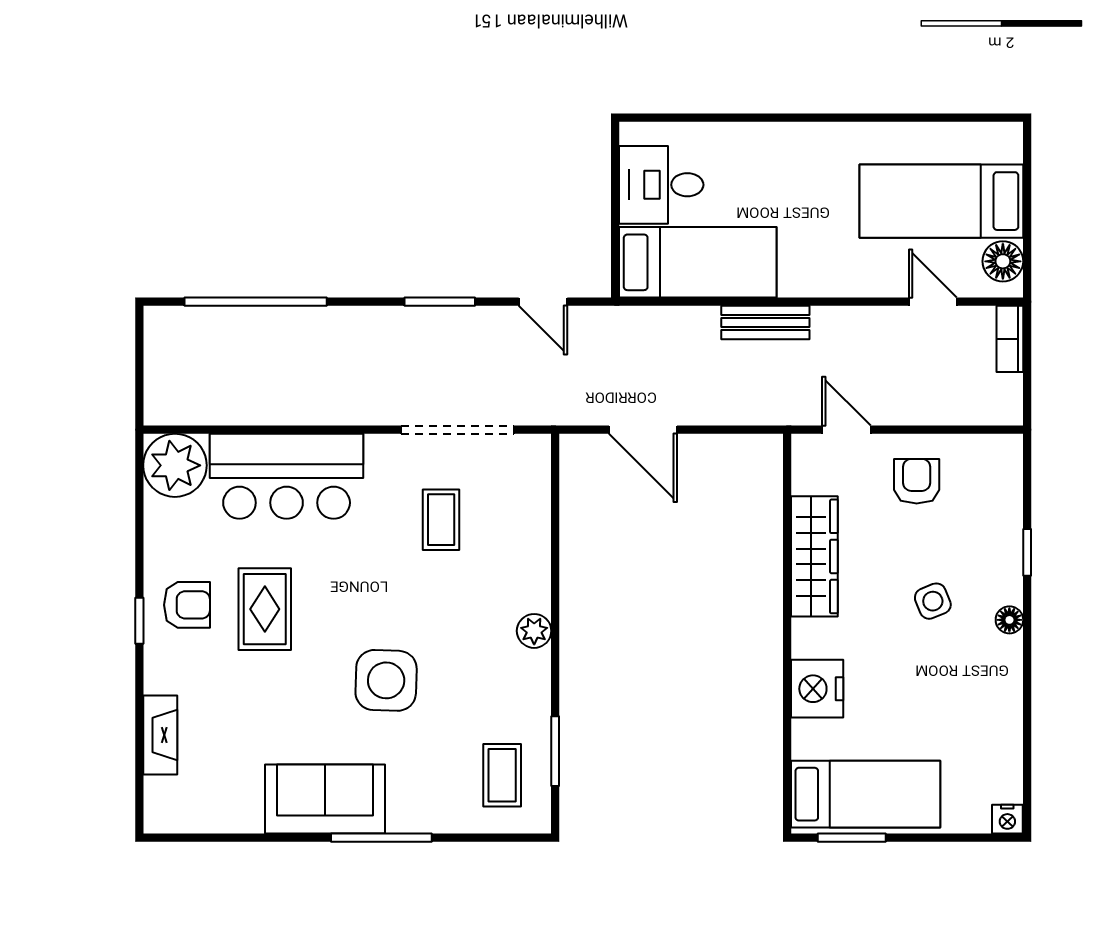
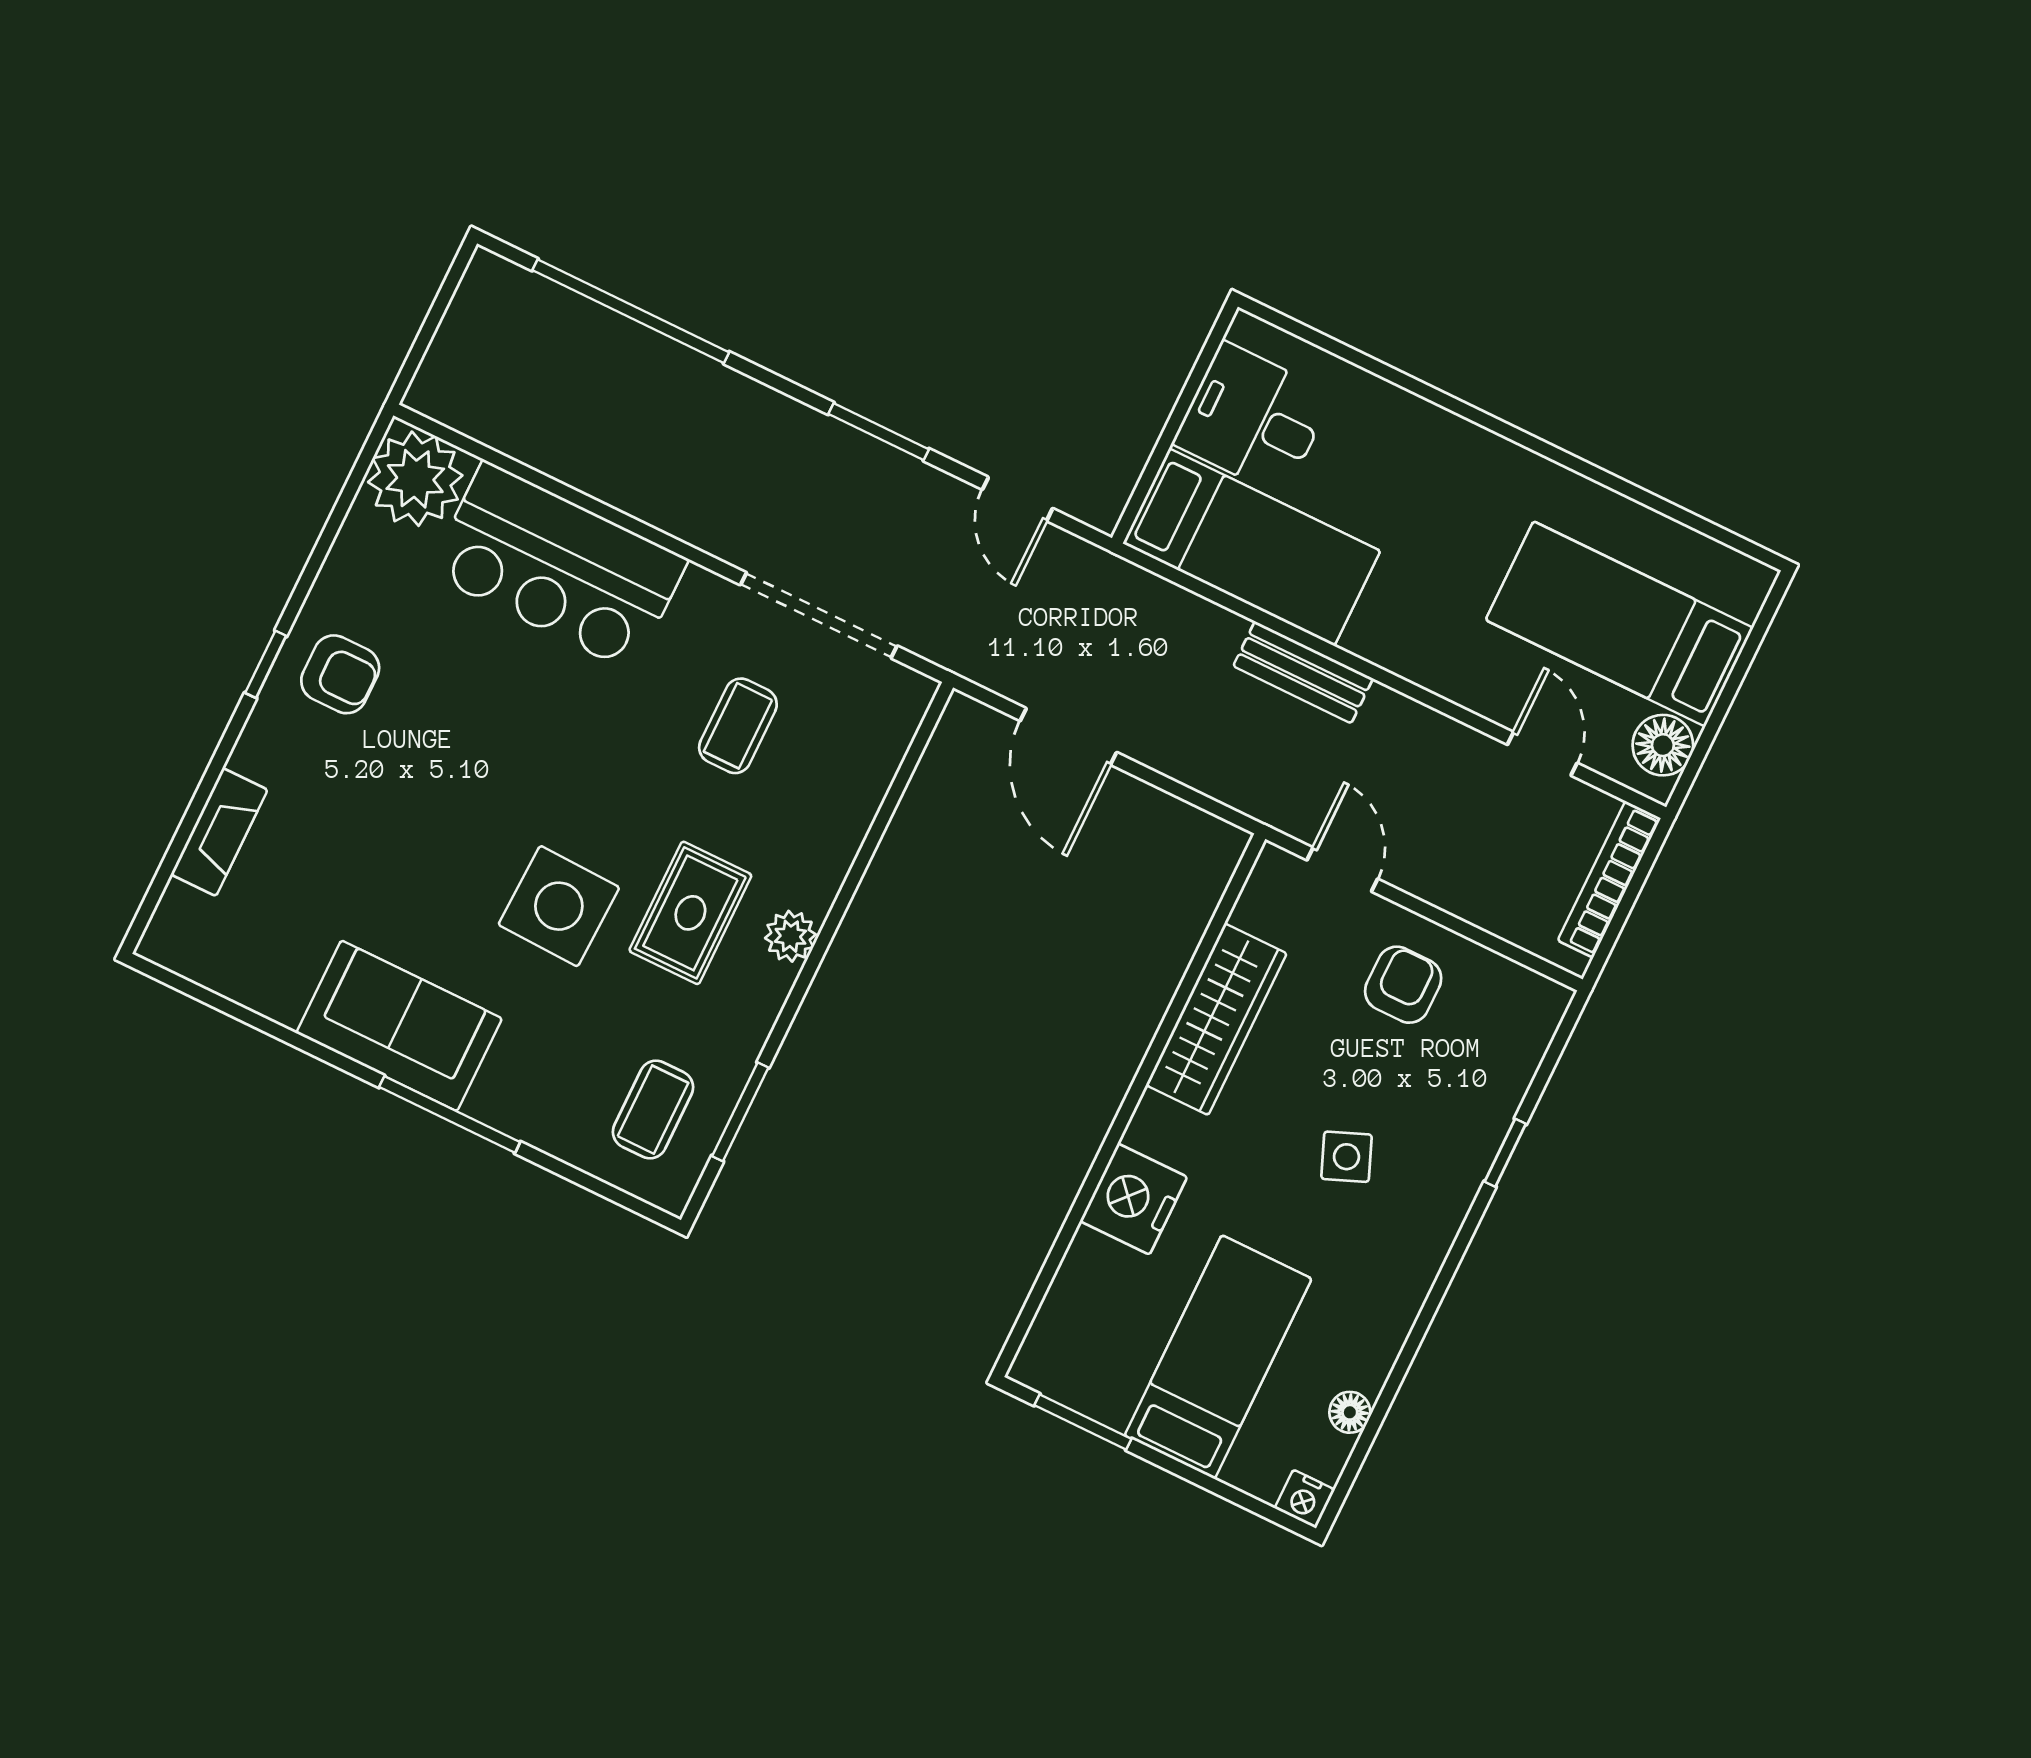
bookcase: (1010, 339) -> (1609, 879), width x1.56
rug: (265, 609) -> (690, 913), moved
floor lamp: (1009, 620) -> (1350, 1412), moved
bed: (866, 794) -> (1218, 1357), moved, turned -90

